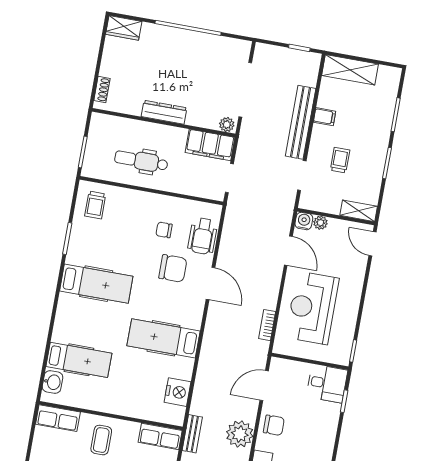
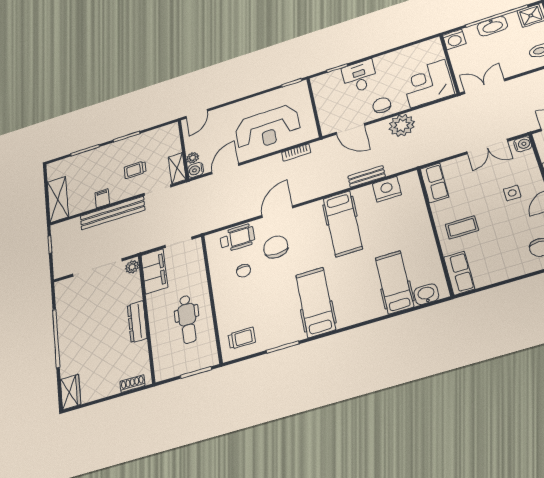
shelving: (359, 211) -> (177, 168), moved
desk: (327, 384) -> (360, 76), moved
bench: (192, 434) -> (367, 176), moved

